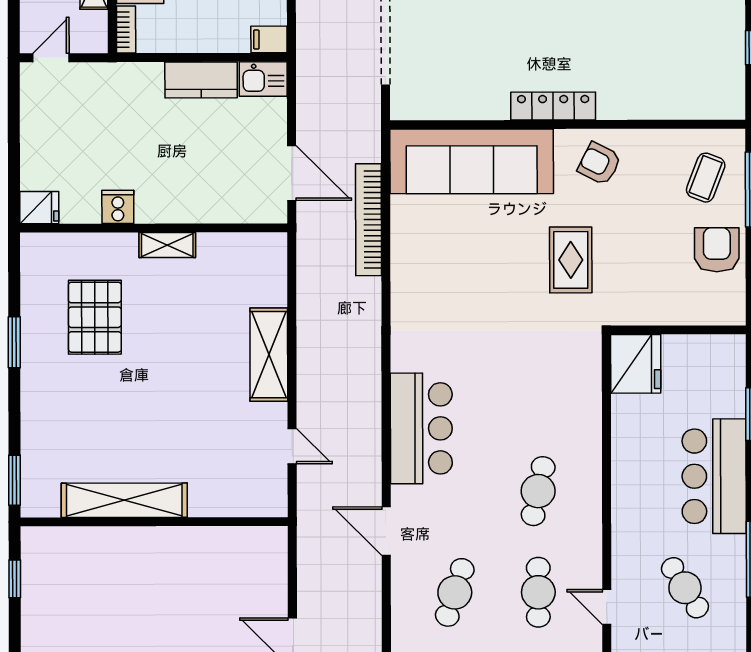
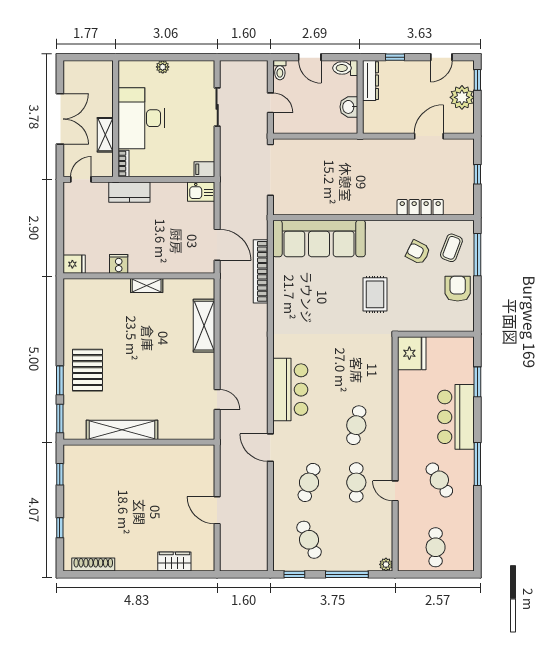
kitchen counter: (201, 80) -> (129, 192), moved
locker: (553, 106) -> (420, 207), moved
armchair: (599, 164) -> (418, 252), moved
pallet: (95, 317) -> (88, 370), moved
window: (14, 342) -> (60, 380), moved
shelving: (269, 355) -> (204, 326), moved

